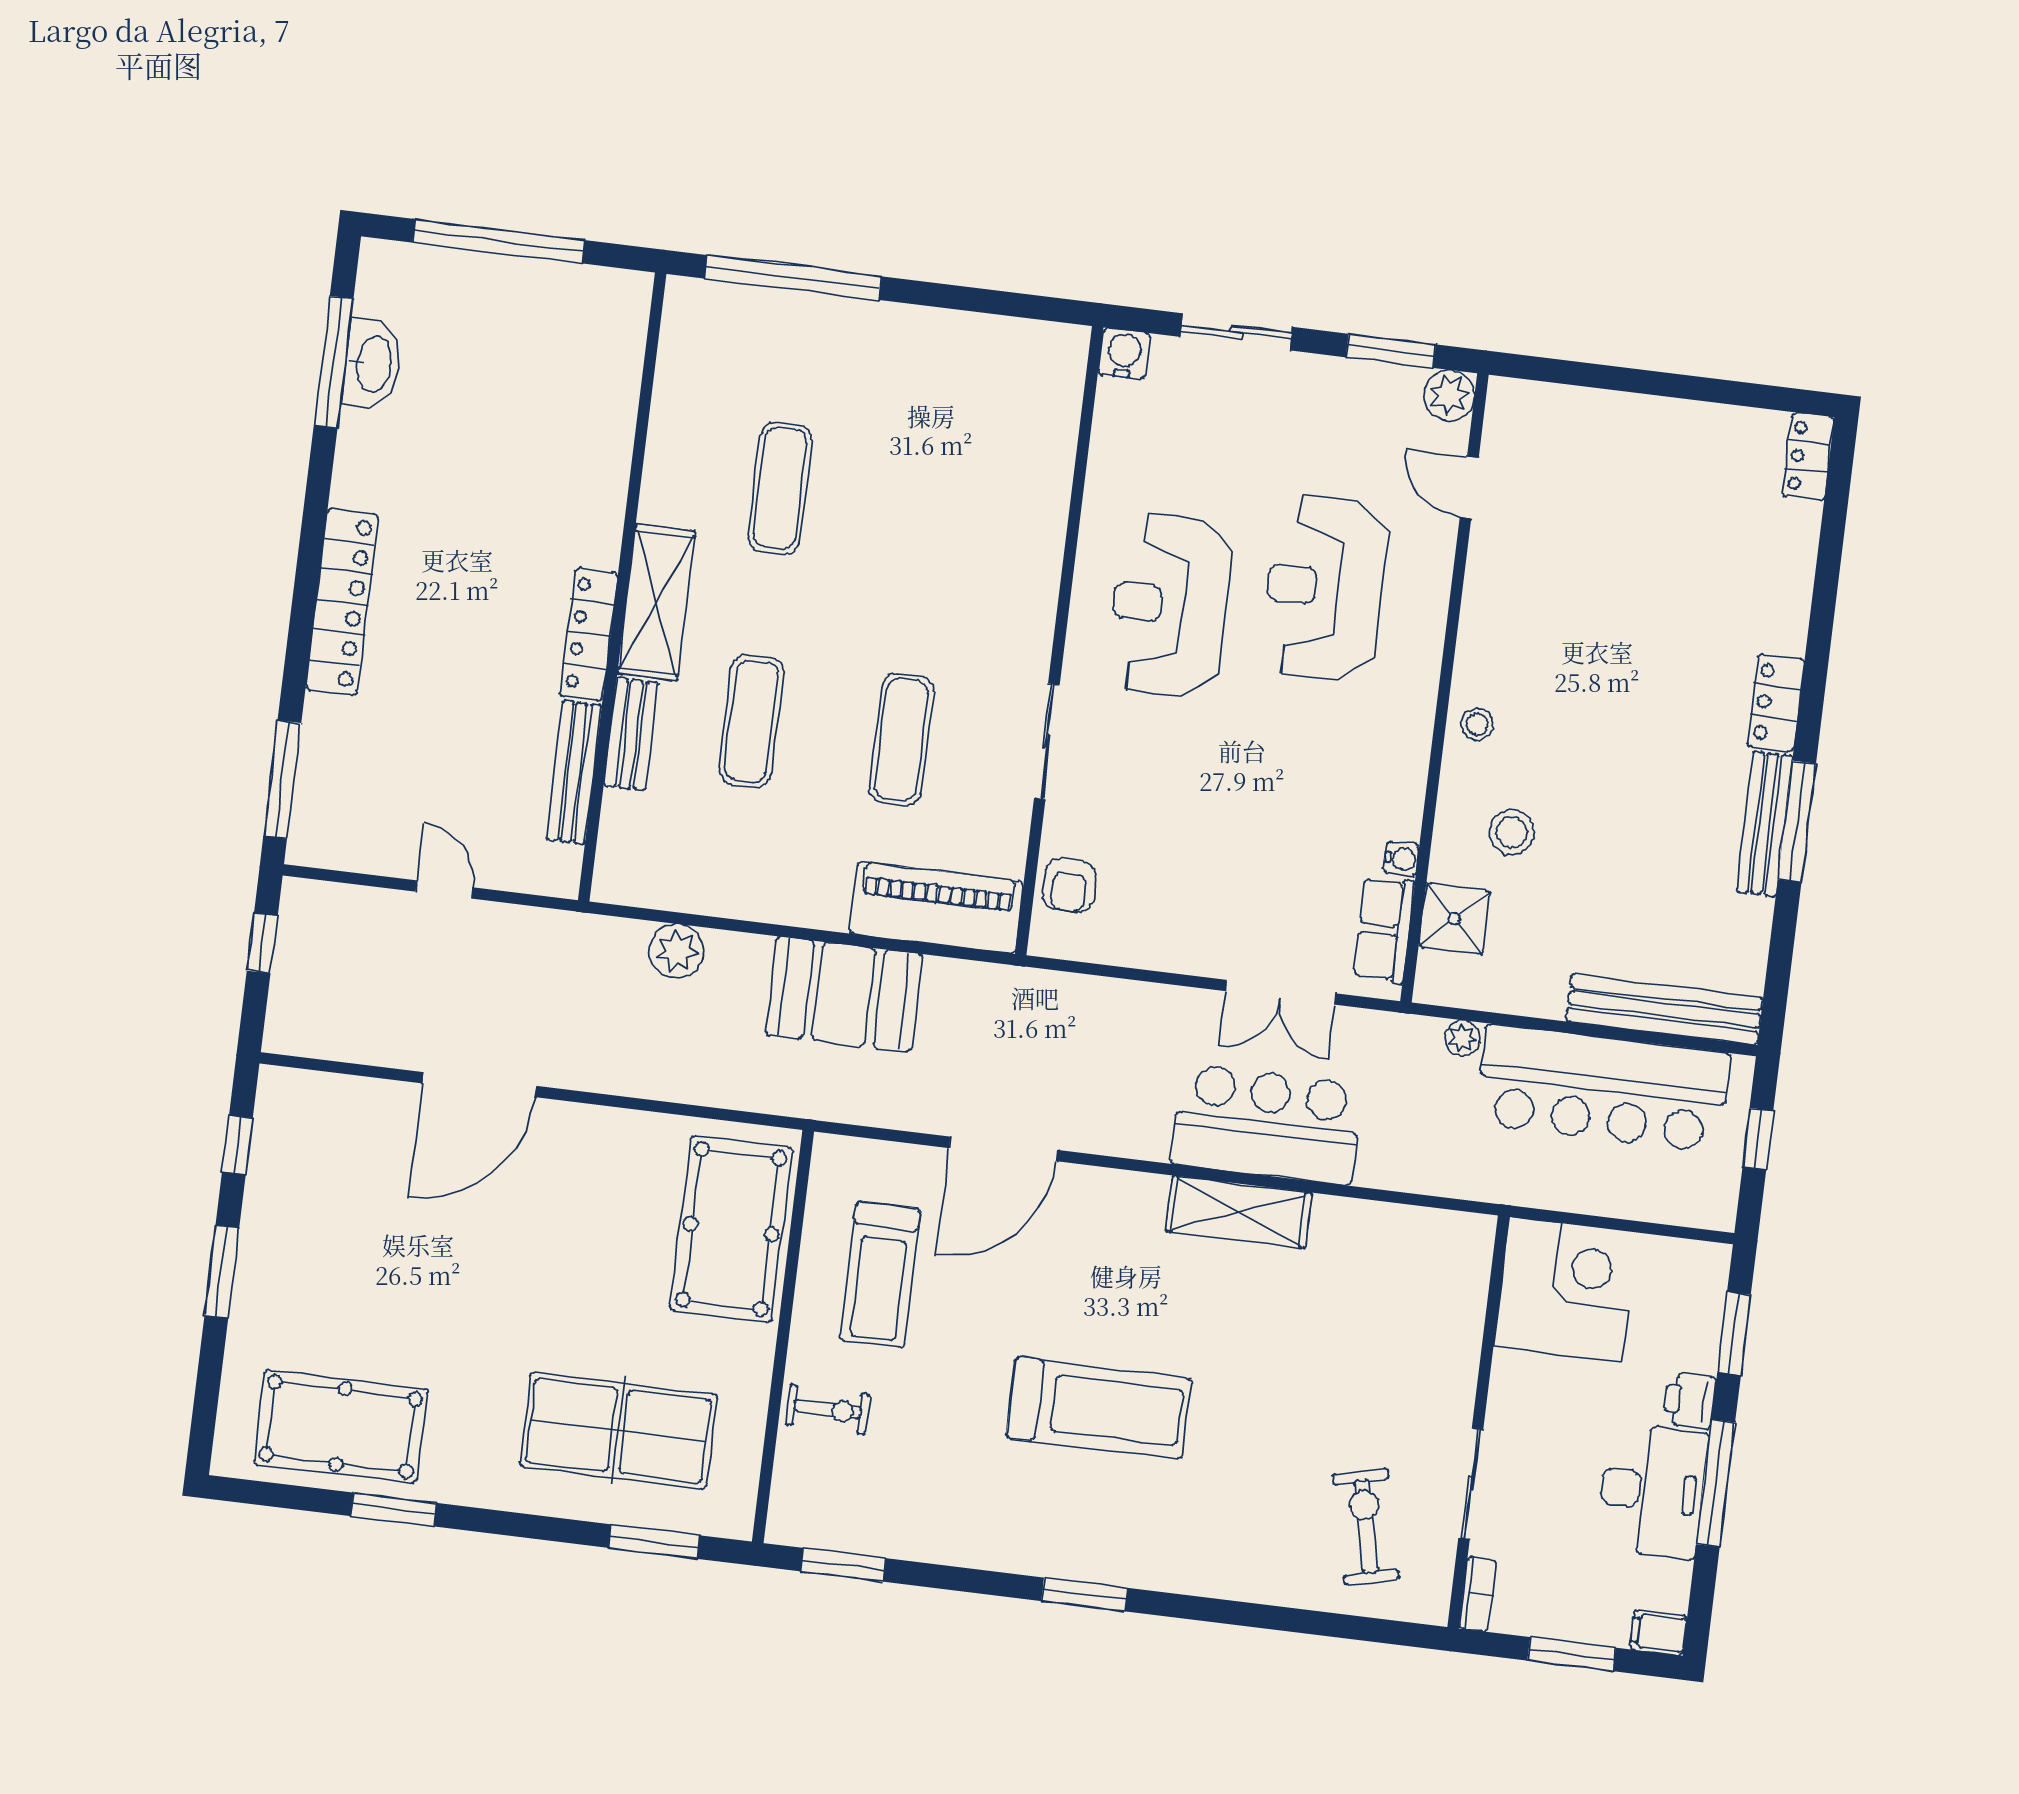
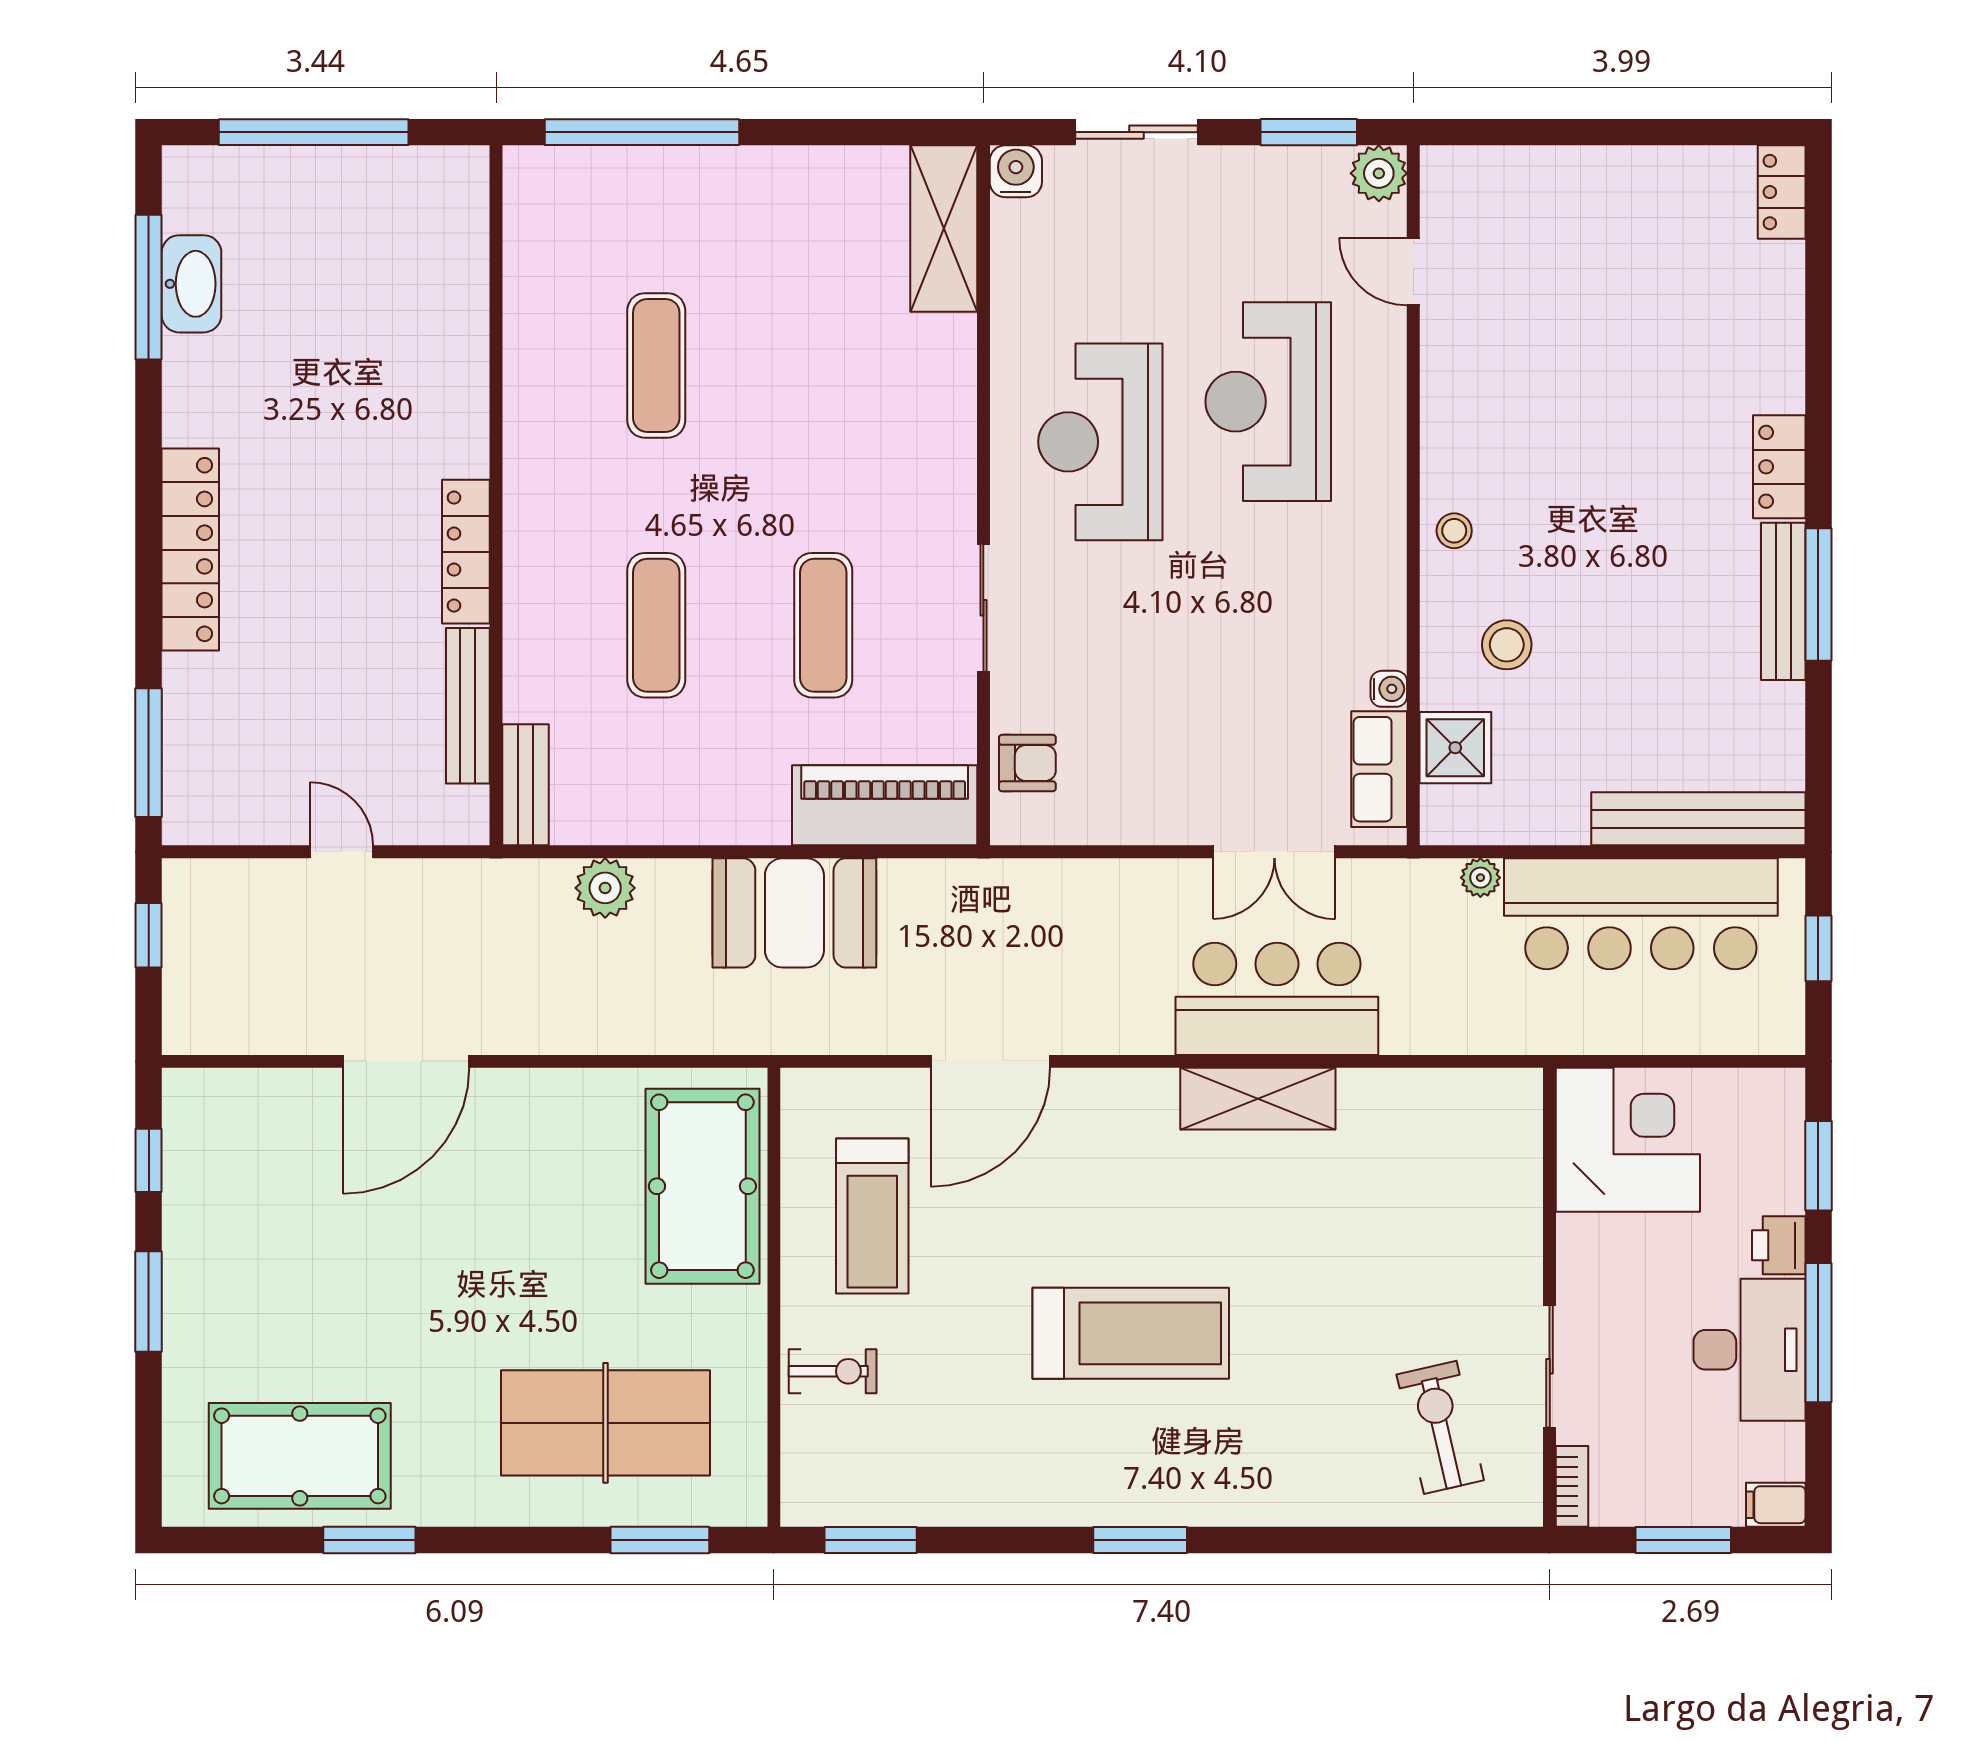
shelving: (656, 602) -> (944, 229), moved
bench: (631, 734) -> (525, 785), moved
armchair: (1069, 886) -> (1027, 763), turned -90

